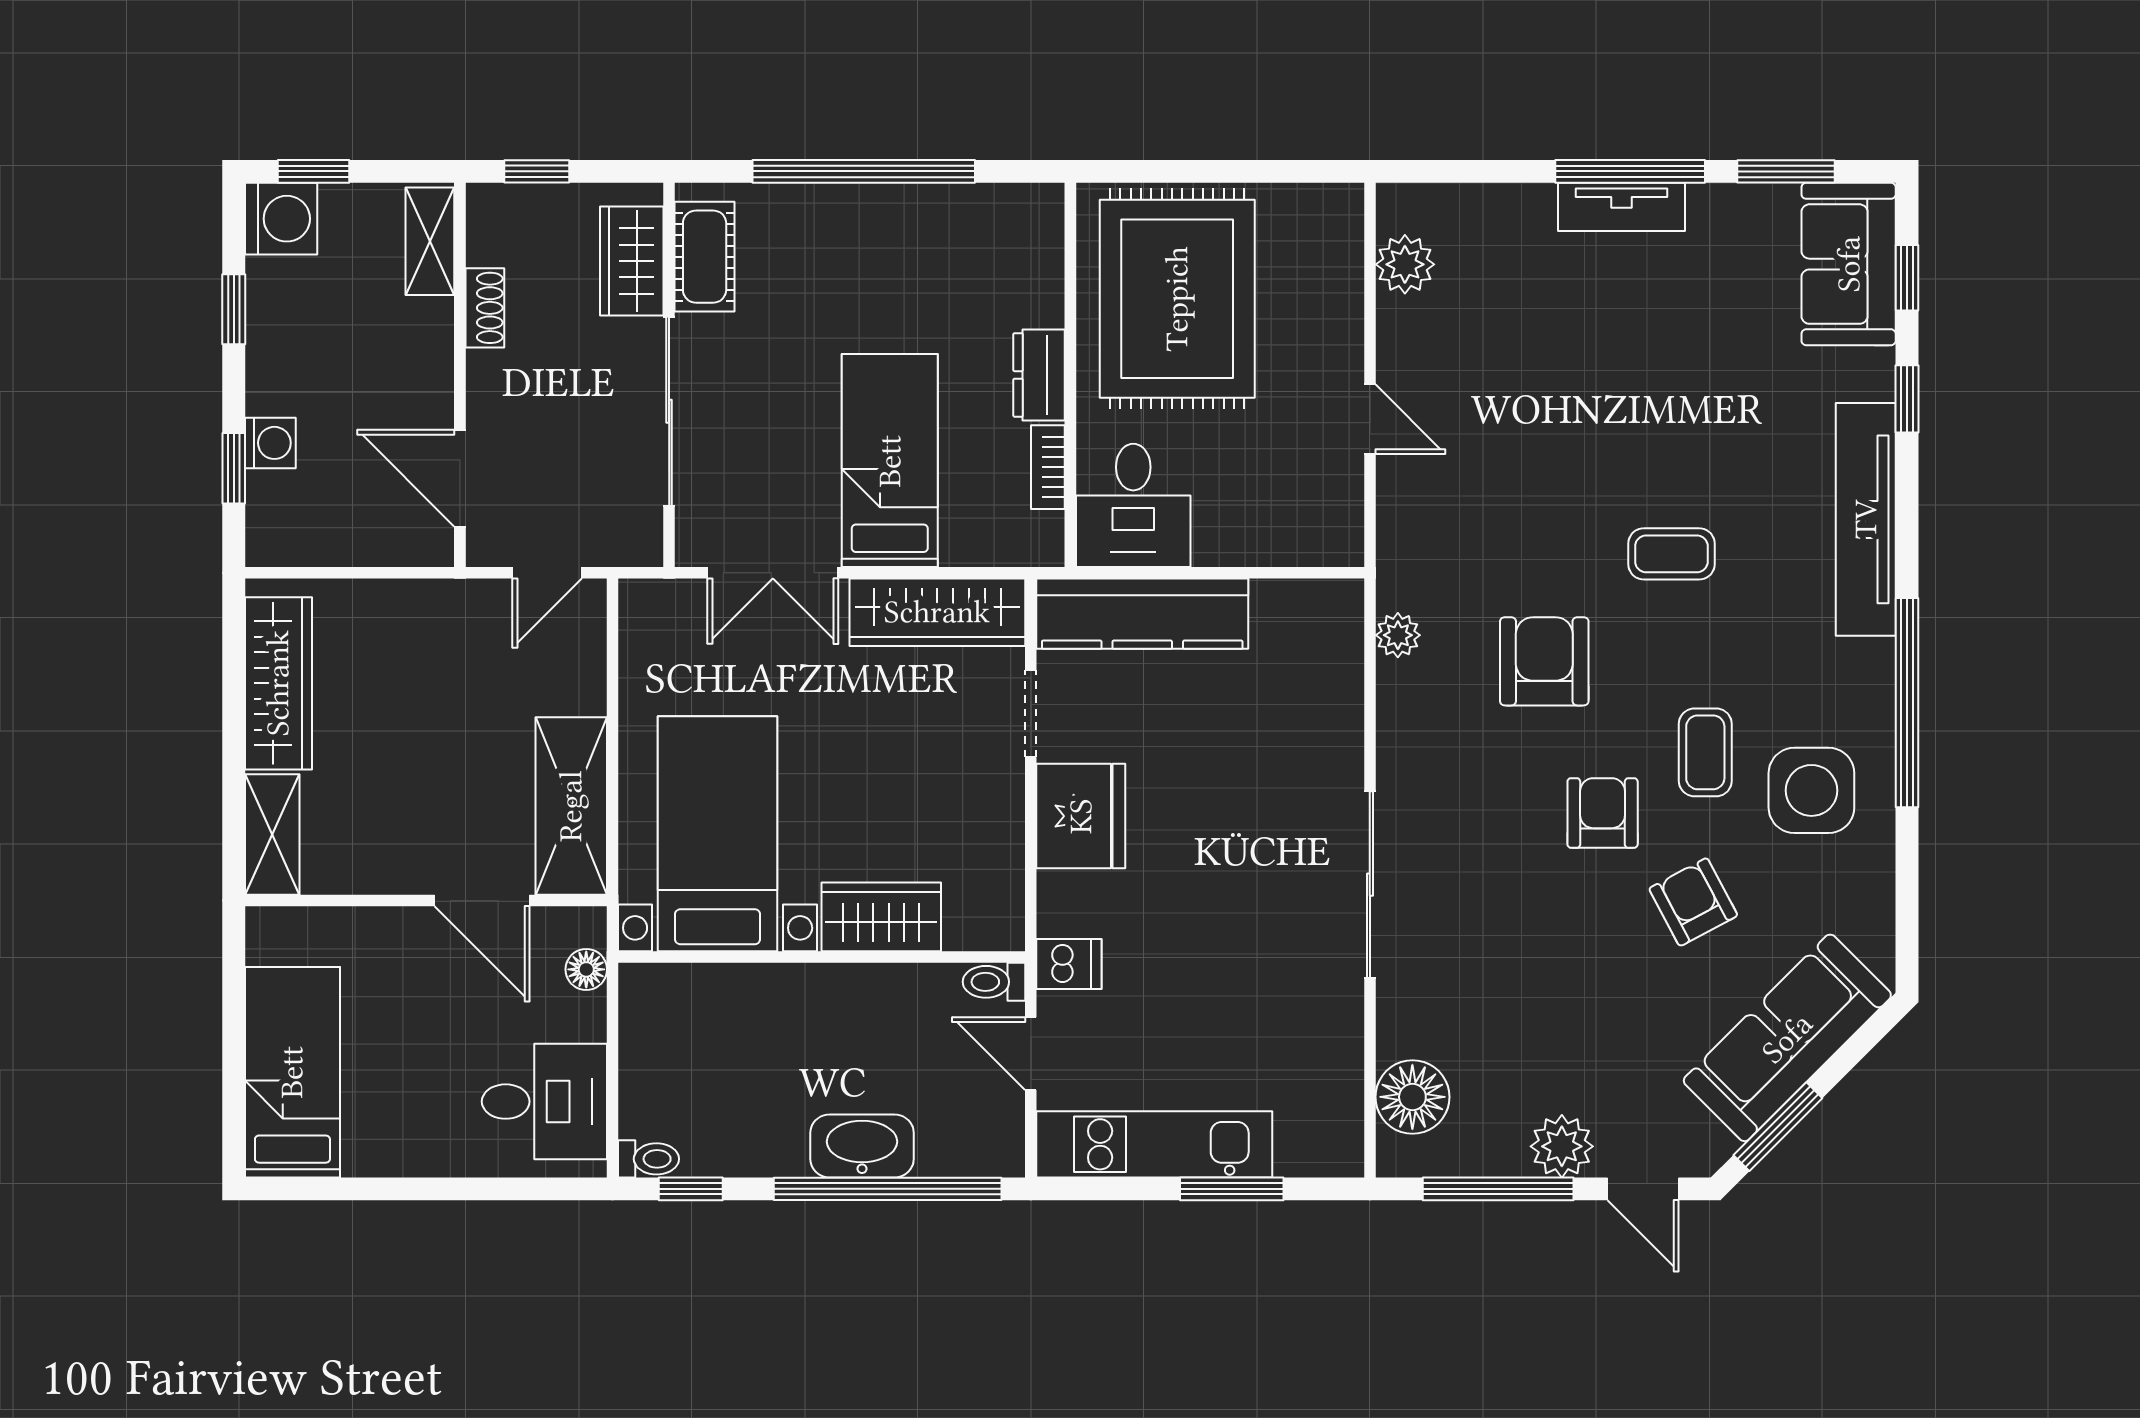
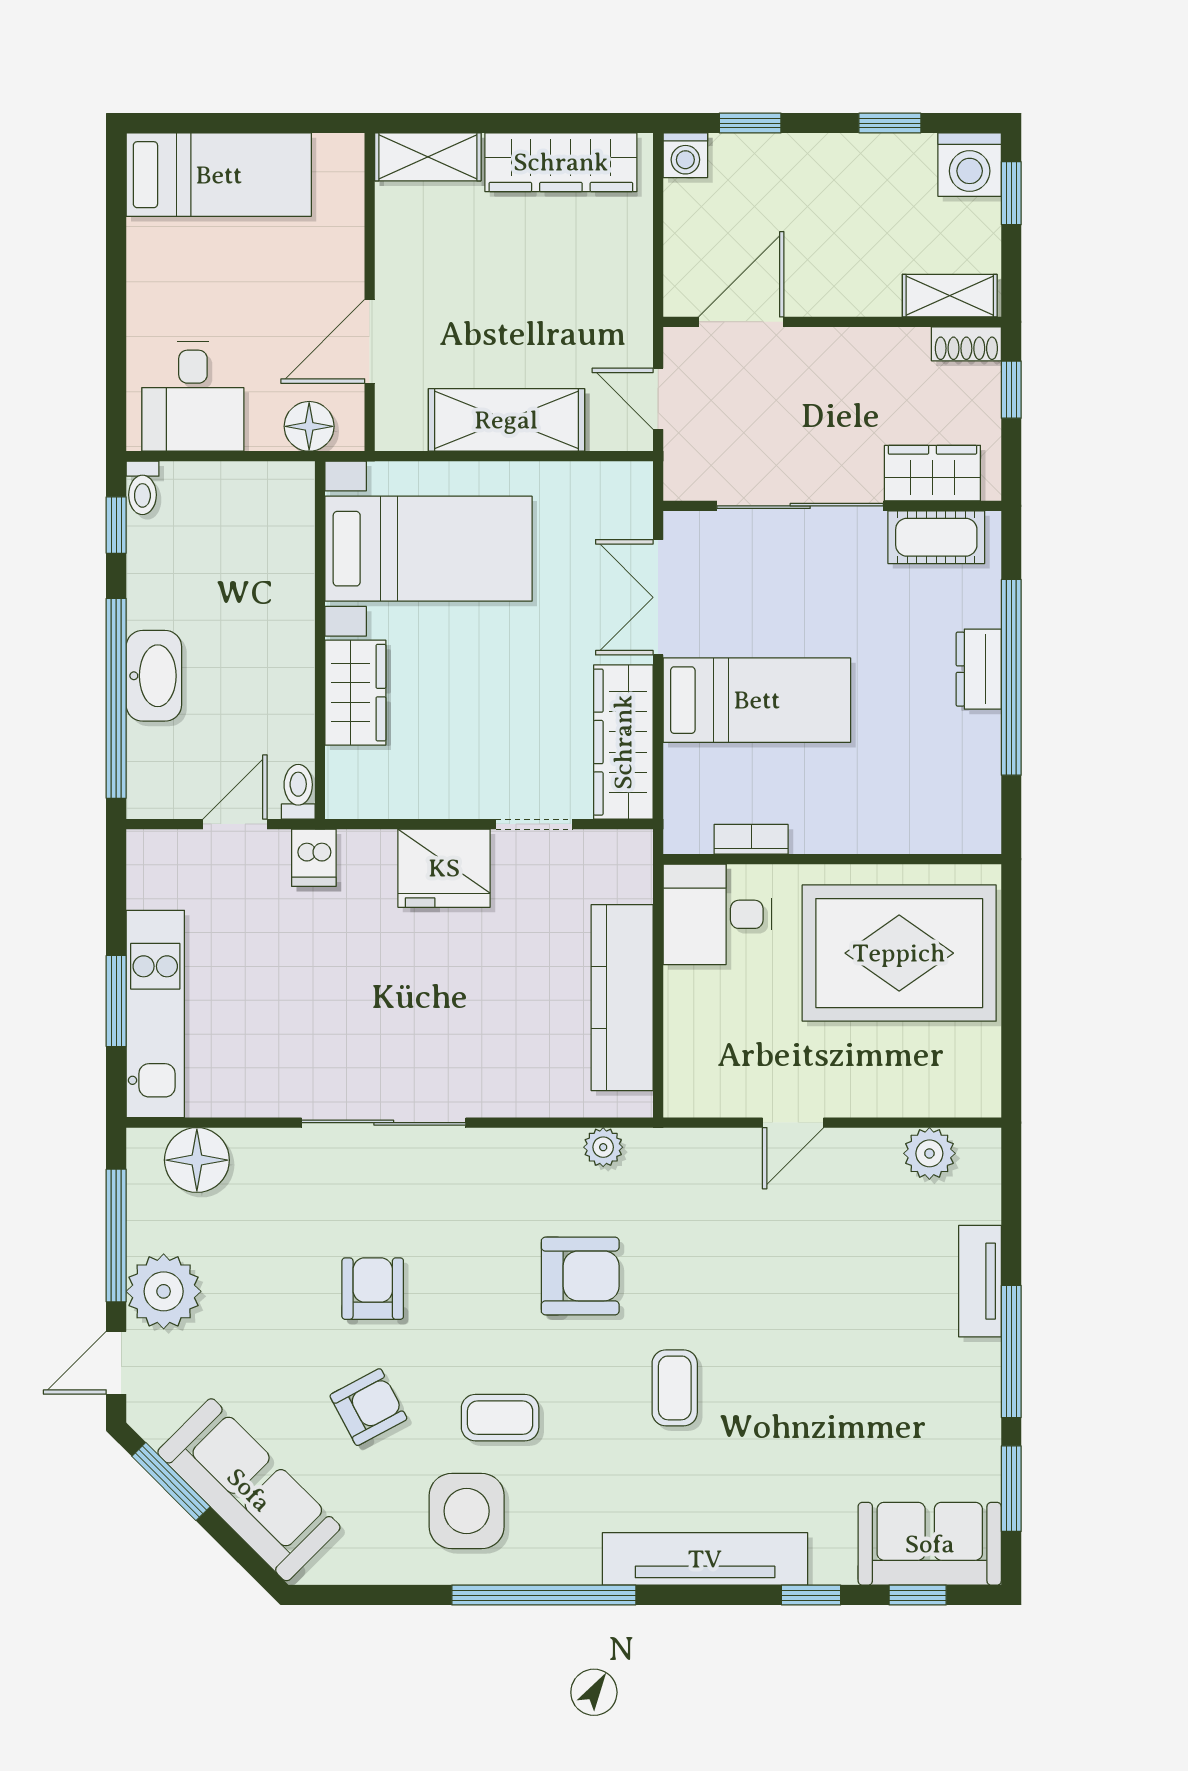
tv unit: (1621, 207) -> (980, 1281), moved
shoe rack: (485, 308) -> (966, 344), moved
dresser: (1039, 375) -> (979, 669), moved, turned -90
washing machine: (270, 443) -> (685, 155), moved
kitchen counter: (1142, 614) -> (622, 998), moved
shelving: (571, 806) -> (506, 420), moved
armchair: (1603, 813) -> (373, 1289), moved, turned -90
floor lamp: (586, 969) -> (309, 426), width x1.37, depth x1.37
kitchen unit: (1154, 1144) -> (155, 1014), moved
plant: (1562, 1146) -> (164, 1291), width x1.36, depth x1.36

